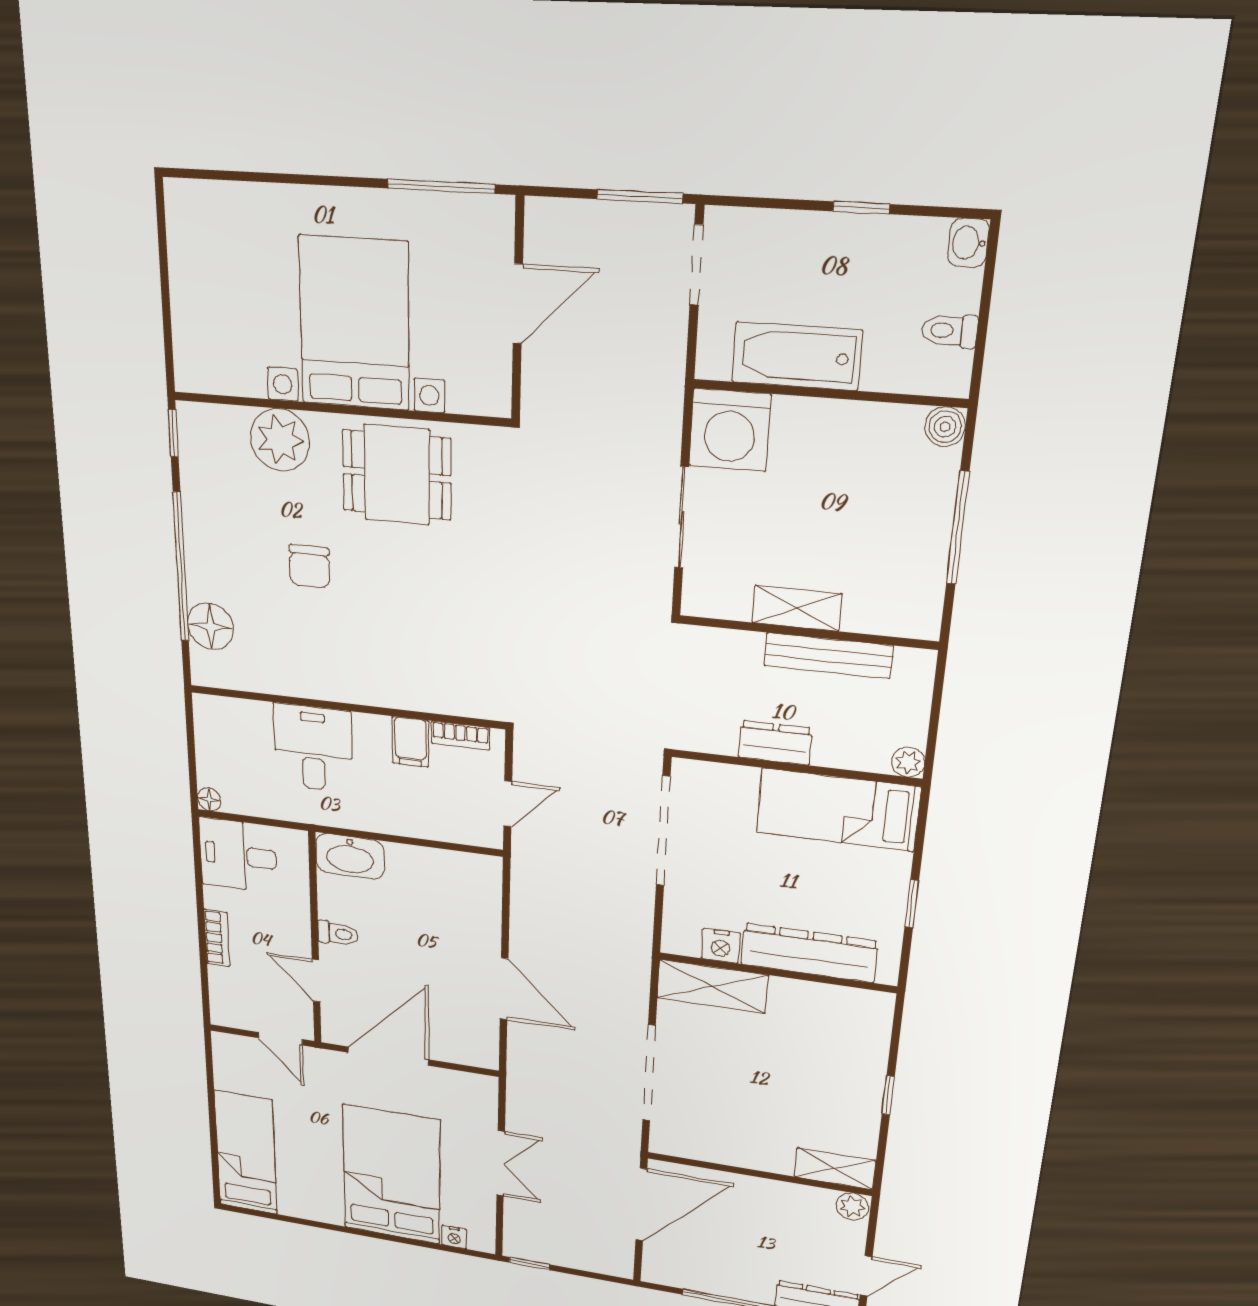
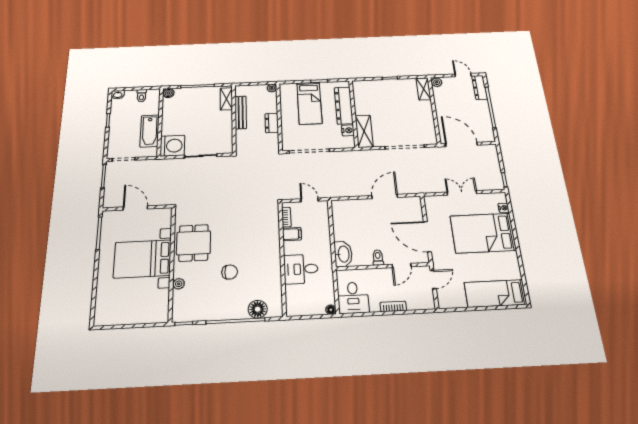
plant: (280, 440) -> (179, 284), width x0.53, depth x0.53
shelving: (797, 608) -> (226, 99), moved
bed: (838, 810) -> (309, 103), moved

